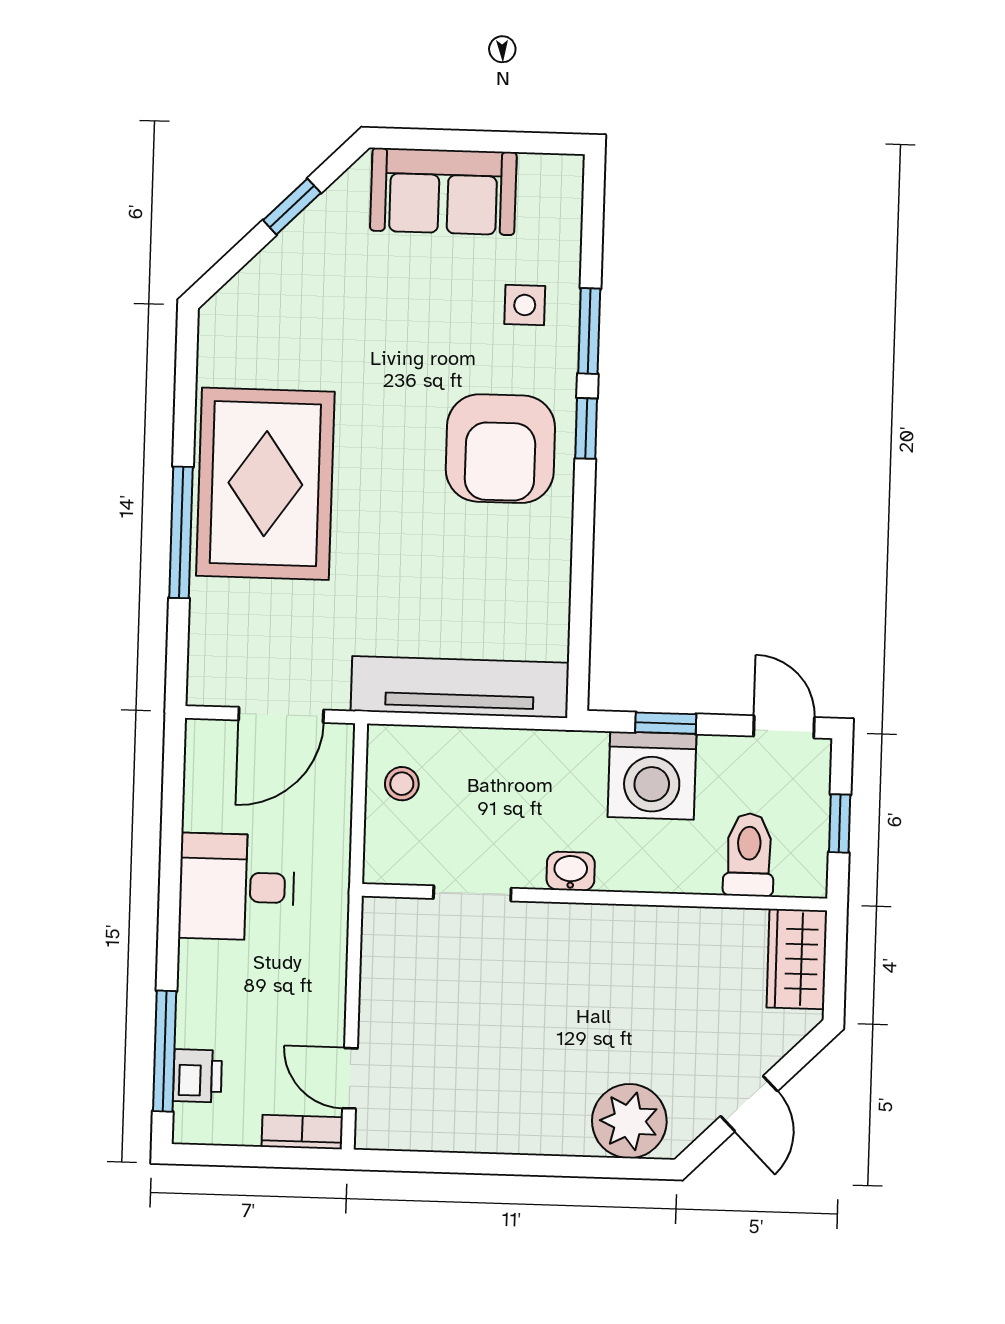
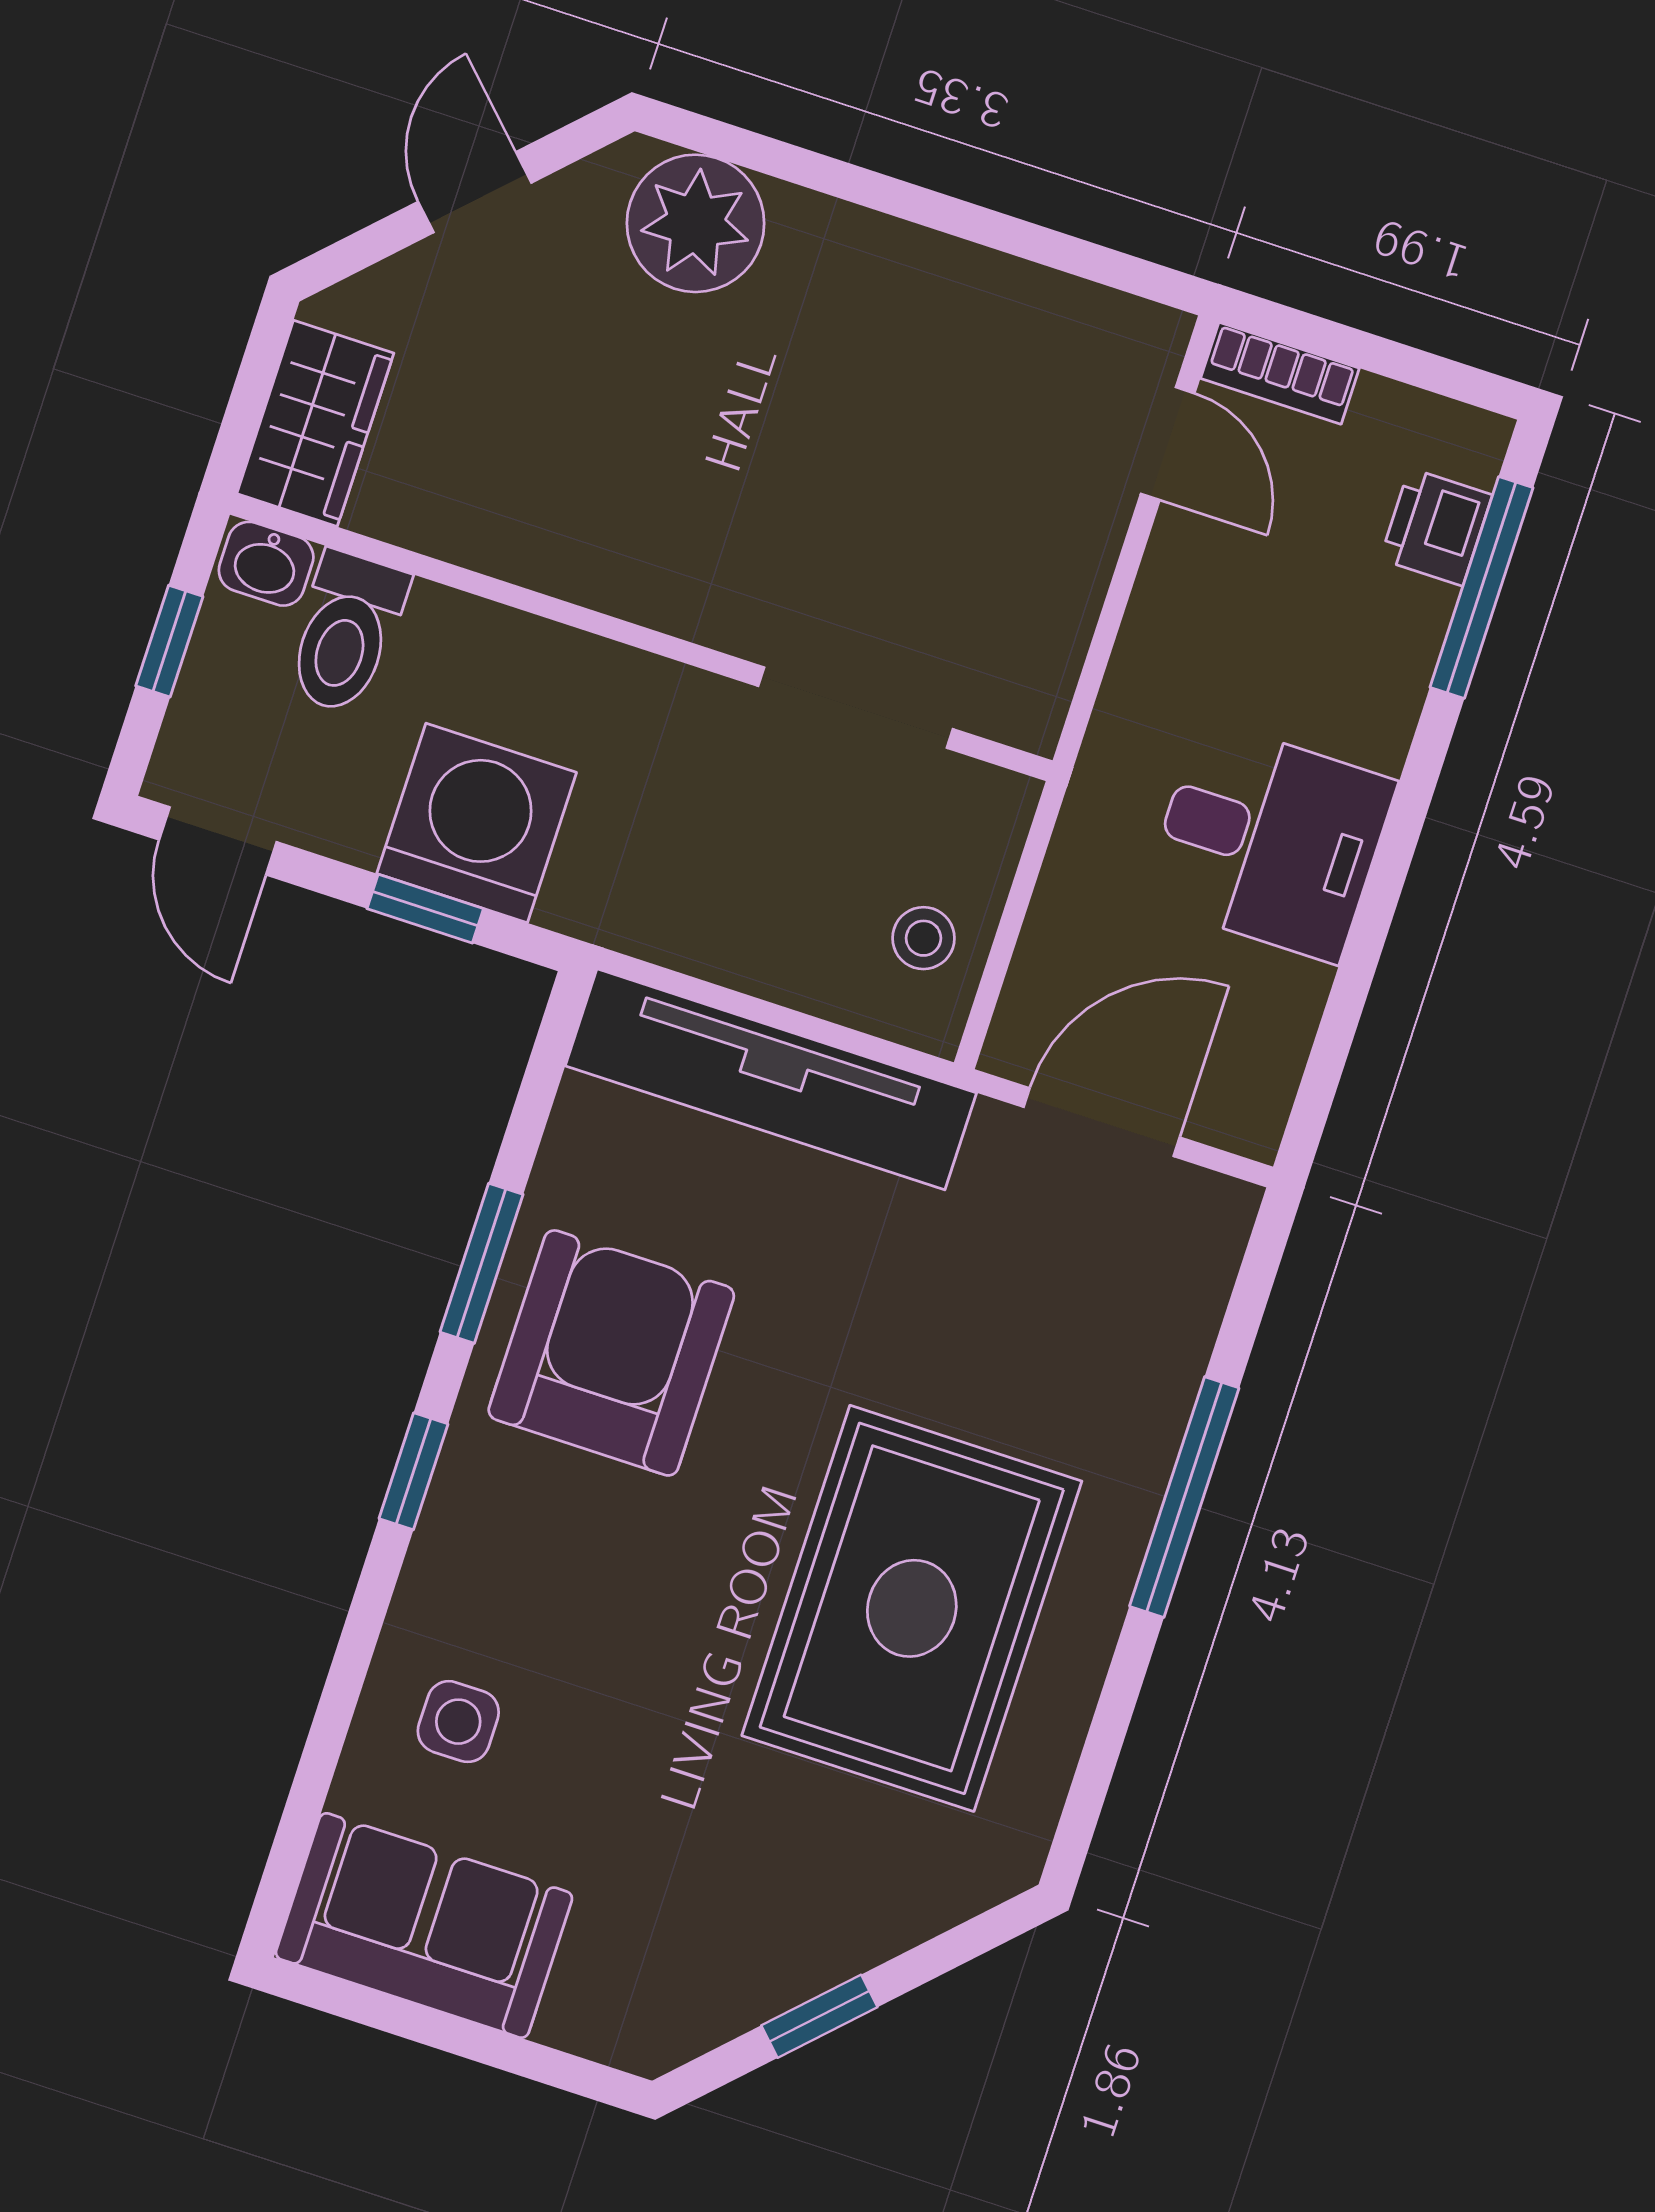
sofa: (443, 191) -> (424, 1925), moved
window: (589, 331) -> (482, 1263), moved
armchair: (500, 449) -> (611, 1353), moved
rug: (265, 484) -> (912, 1608), moved
washbasin: (571, 871) -> (266, 564), moved
doorway: (472, 893) -> (856, 708), width x1.38

